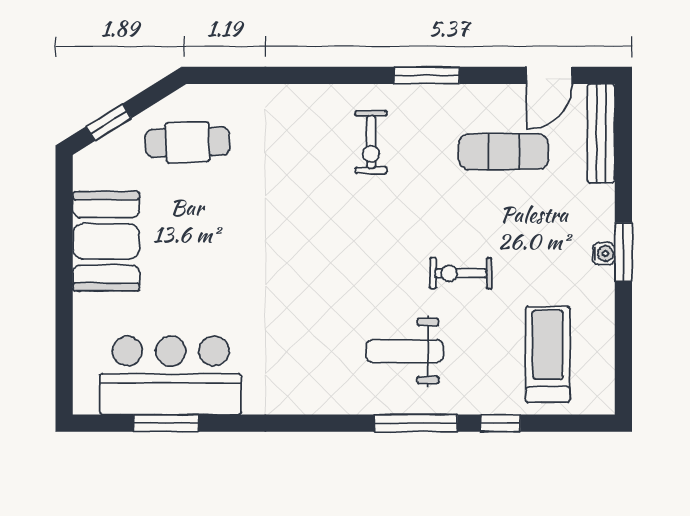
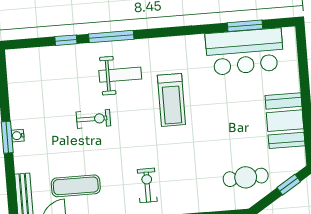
treadmill: (548, 354) -> (171, 100), moved

